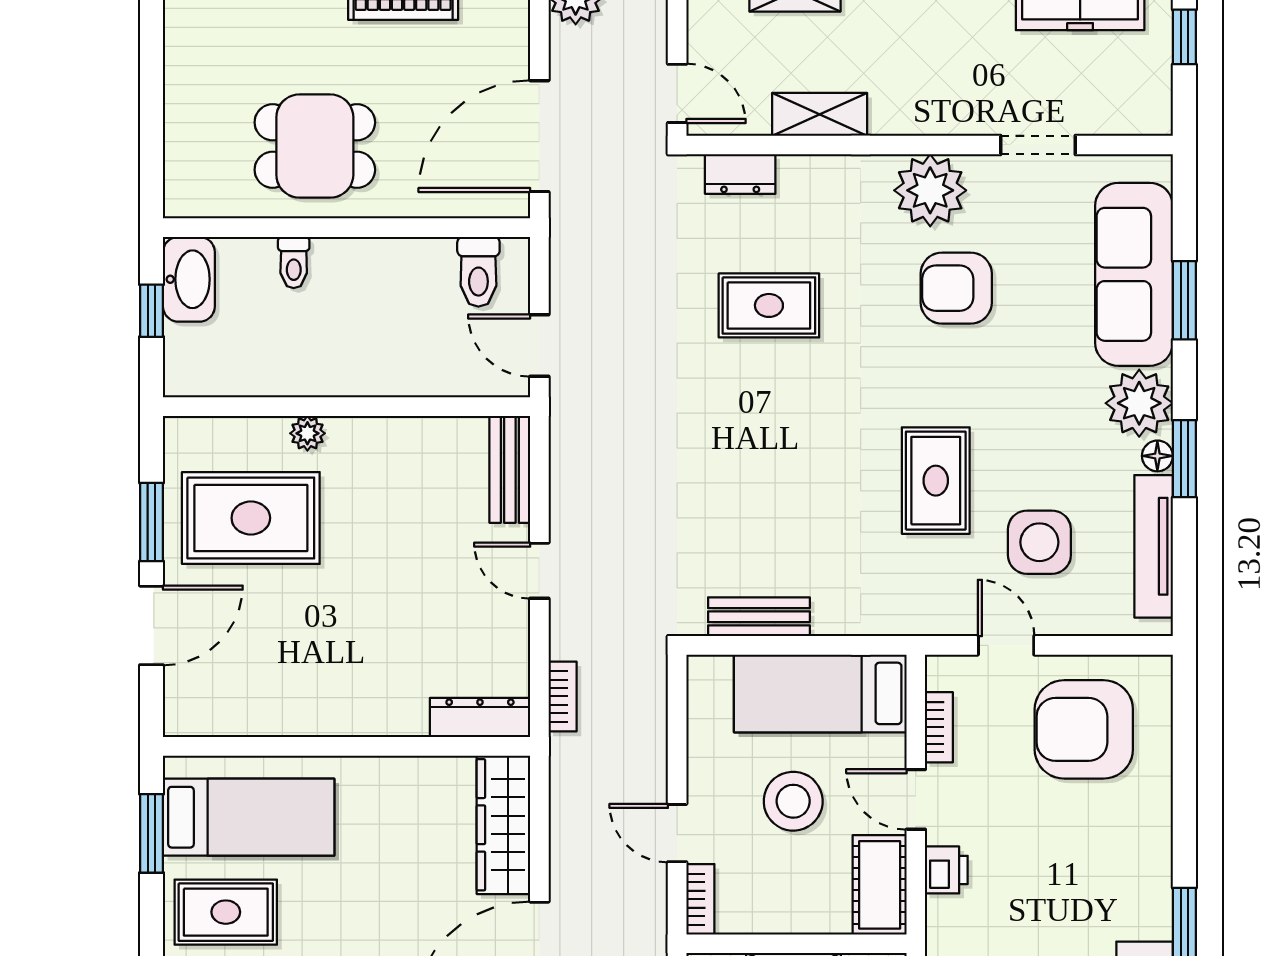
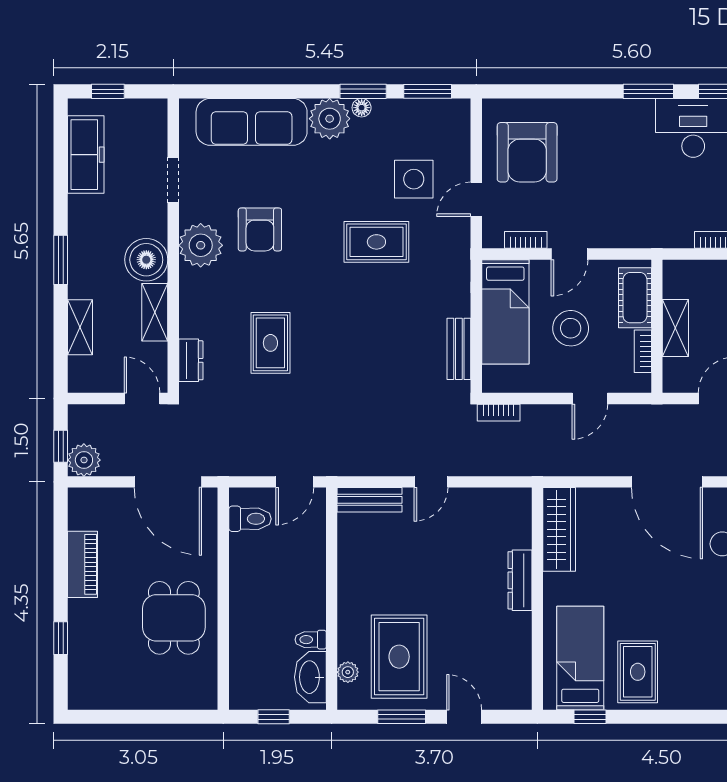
door: (677, 93) -> (142, 399), hinge flipped
boiler: (906, 100) -> (146, 260), added
toilet: (294, 263) -> (311, 640), moved, turned 180
washbasin: (189, 279) -> (310, 677), moved, turned -90
window: (1184, 300) -> (428, 91), moved
plant: (307, 433) -> (348, 672), moved
tv unit: (1154, 546) -> (416, 110), removed
door: (151, 625) -> (464, 717), width x0.73
bookcase: (563, 696) -> (499, 413), moved, turned 180
dresser: (480, 718) -> (520, 580), moved
wardrobe: (503, 825) -> (559, 529), moved, turned -90
window: (151, 833) -> (590, 717), width x0.67
printer: (946, 870) -> (612, 235), removed
cot: (880, 885) -> (635, 298), moved, turned 90
bookcase: (700, 899) -> (643, 351), moved, turned -90

